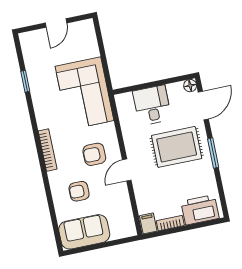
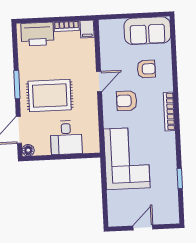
armchair: (94, 154) -> (127, 101), turned 180

